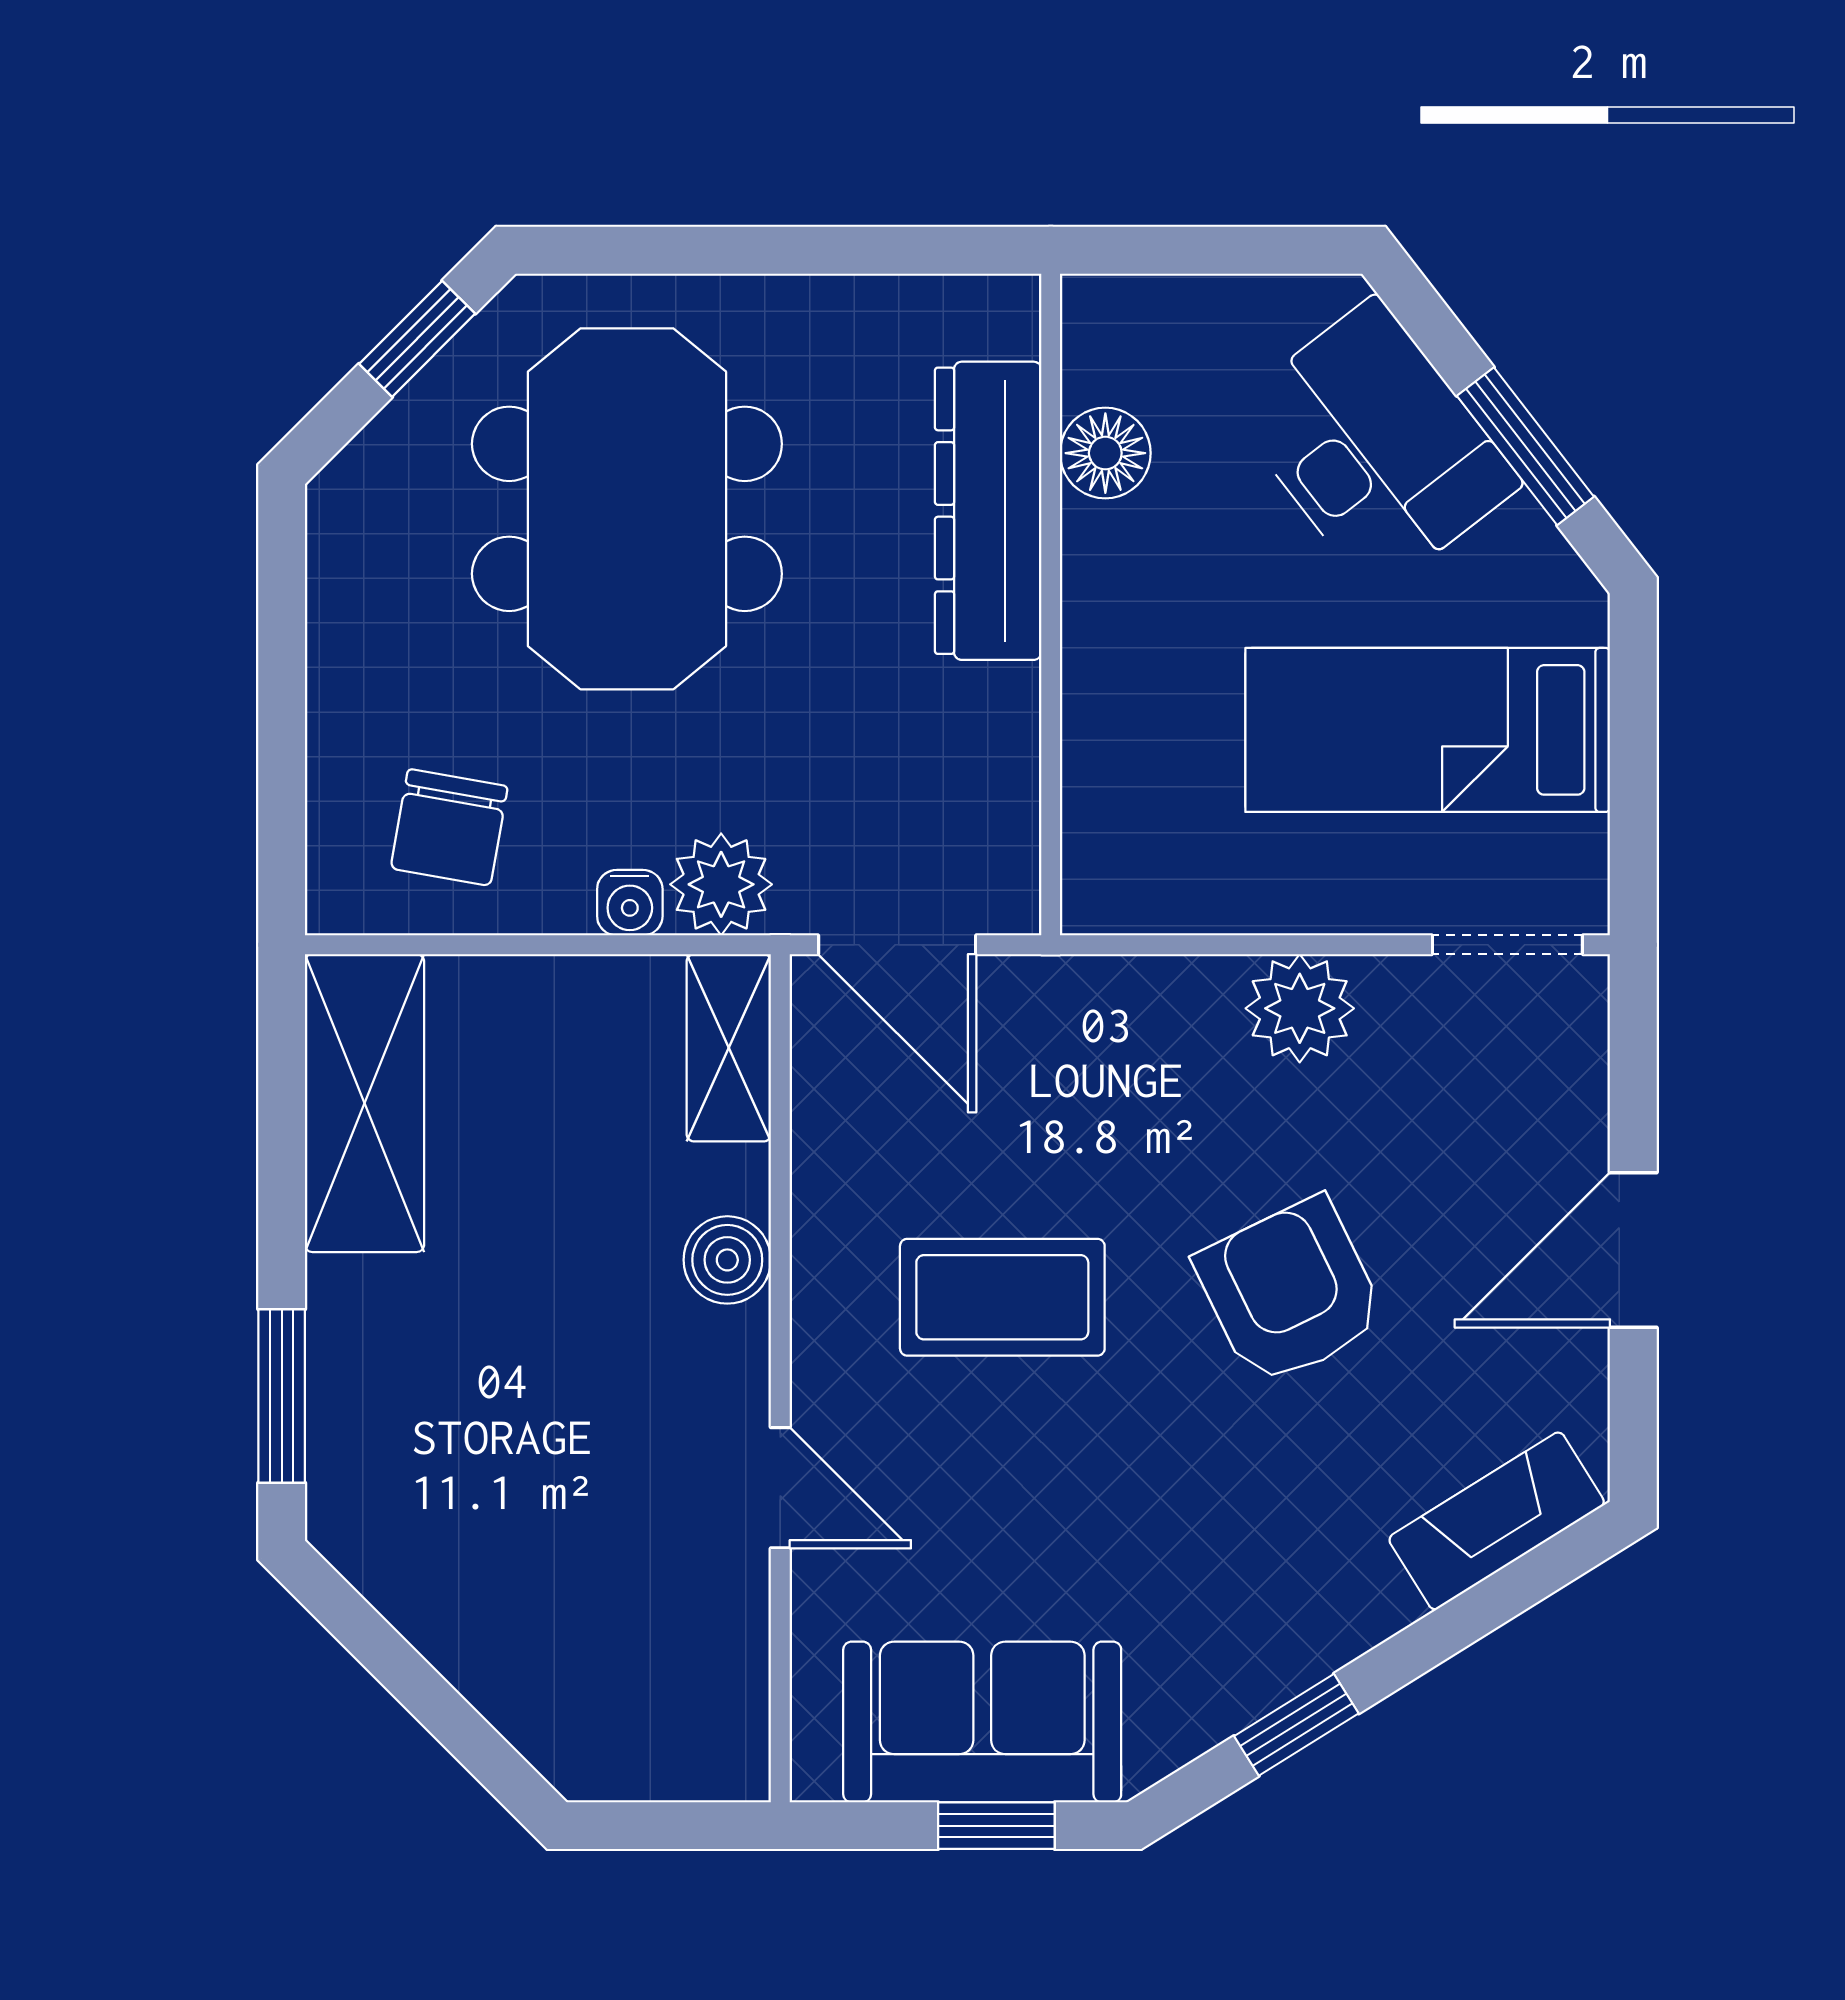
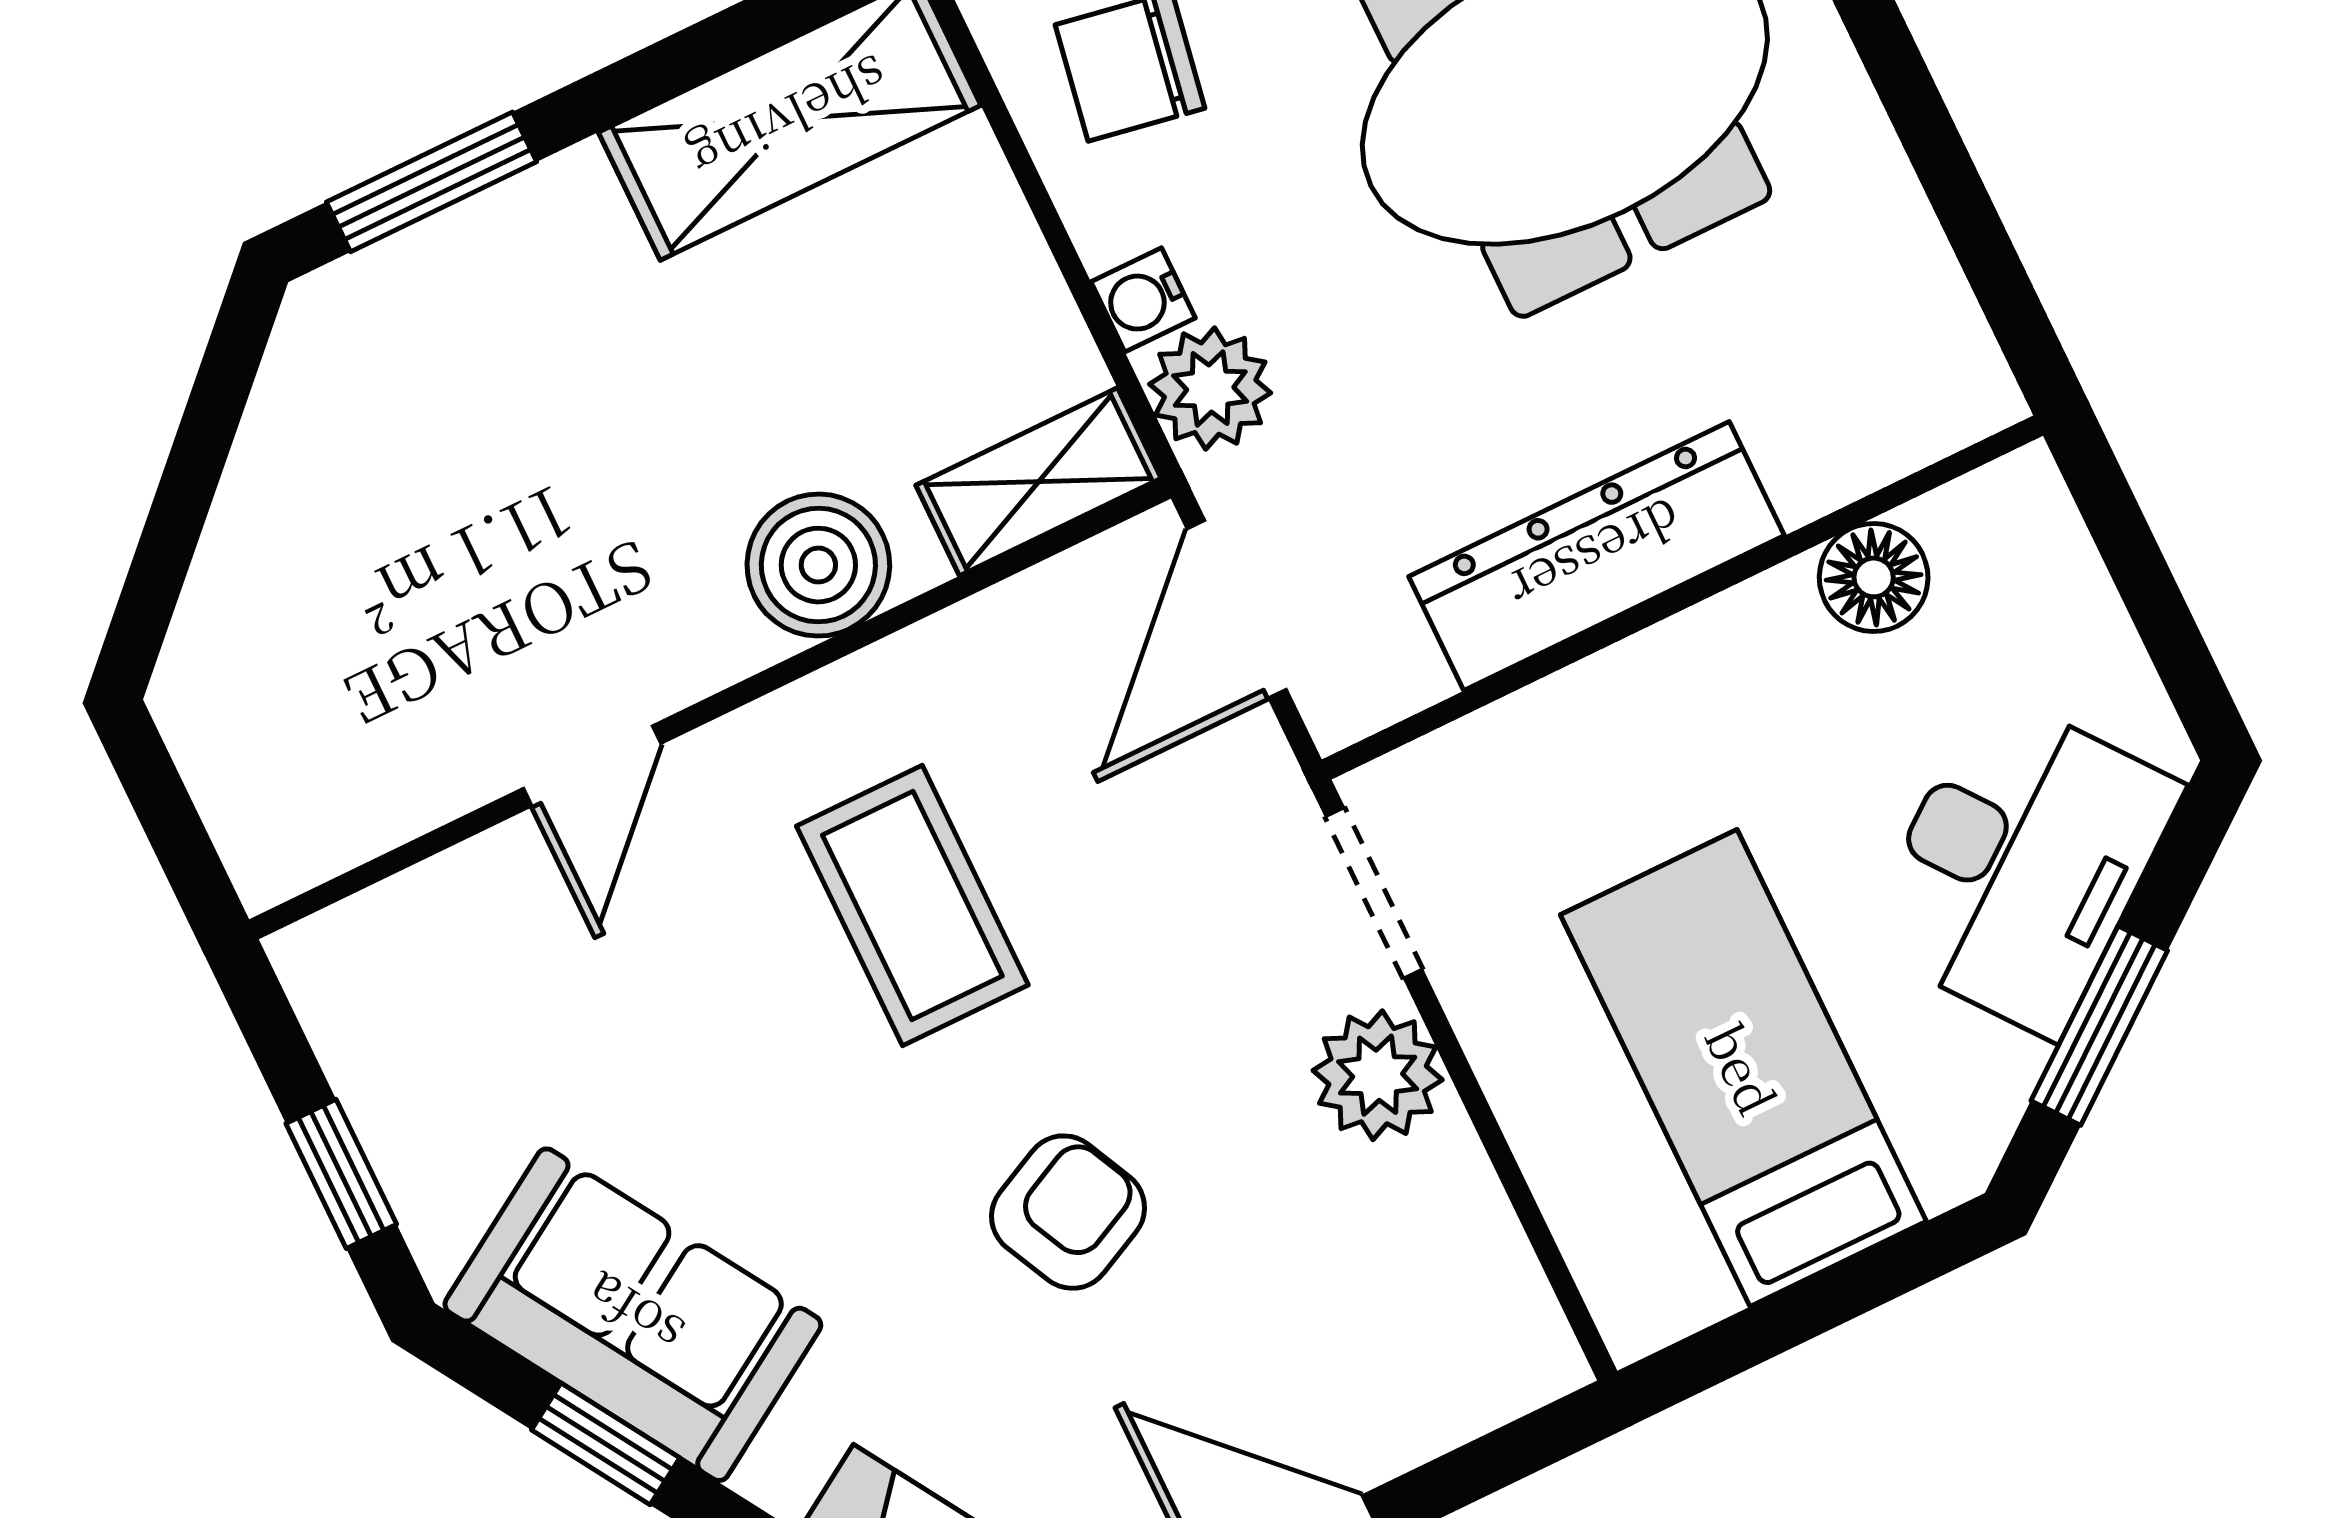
dresser: (988, 511) -> (1596, 556), moved
doorway: (1507, 945) -> (1374, 893), moved
boiler: (727, 1260) -> (818, 565), width x1.36, depth x1.36
armchair: (1290, 1292) -> (1068, 1212), width x0.72, depth x0.72
sofa: (982, 1722) -> (633, 1315), moved, turned -32

